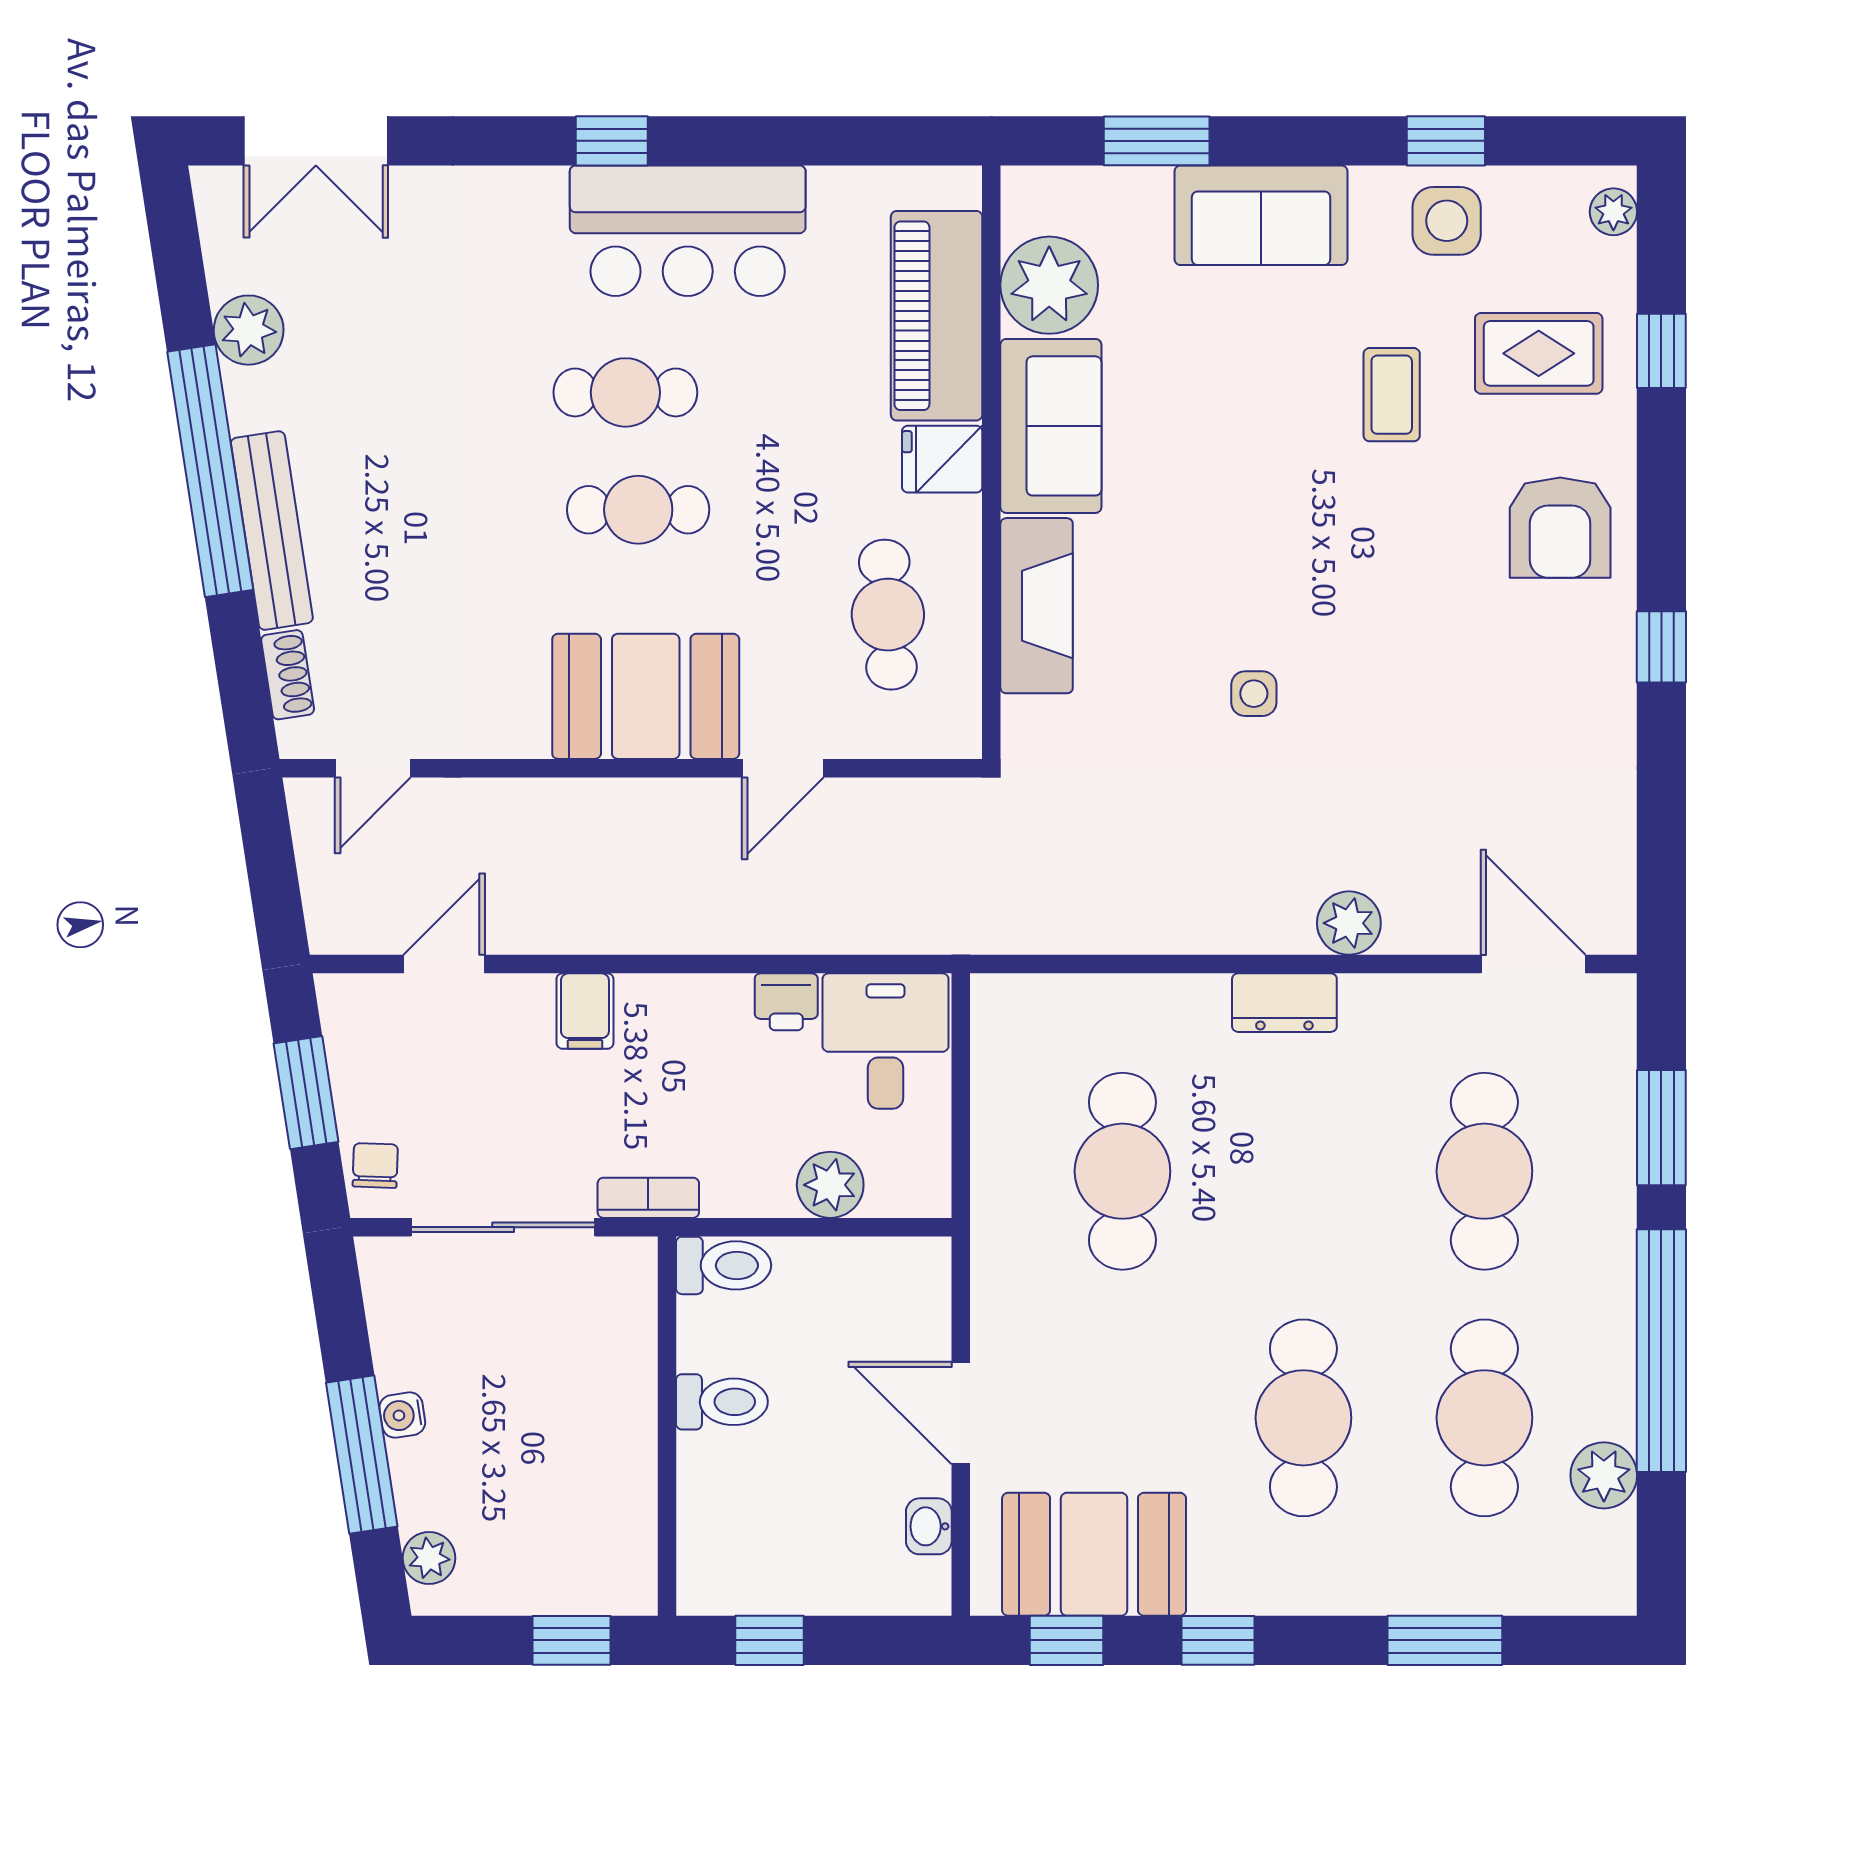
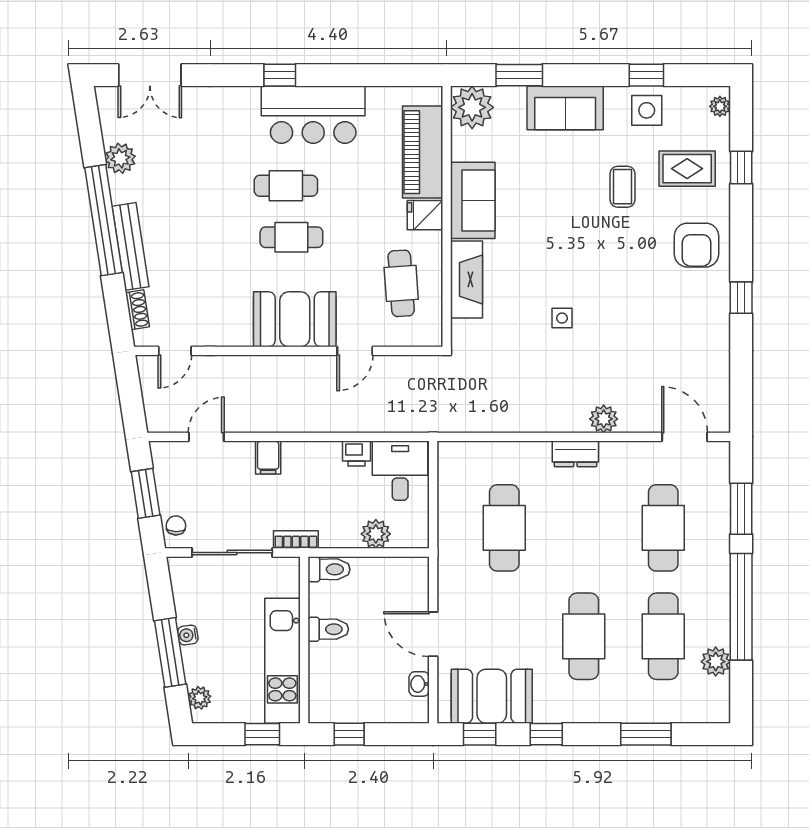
plant: (1049, 285) -> (472, 107), moved
kitchen unit: (618, 1473) -> (282, 661), added

